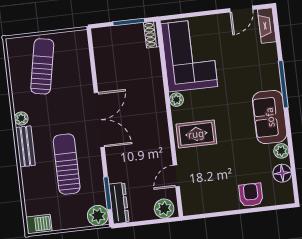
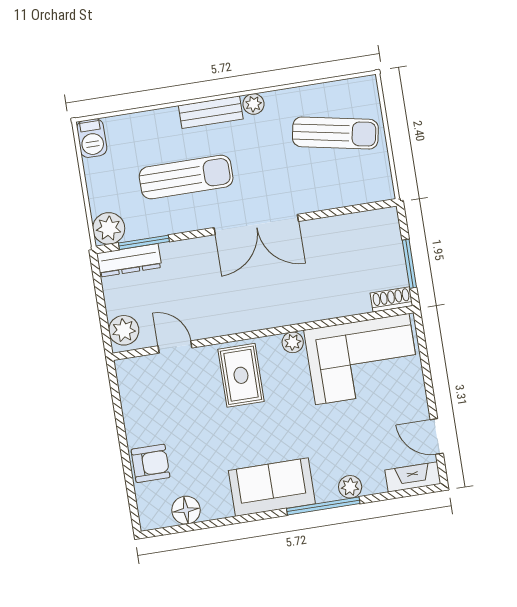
plant: (281, 151) -> (350, 487), moved

